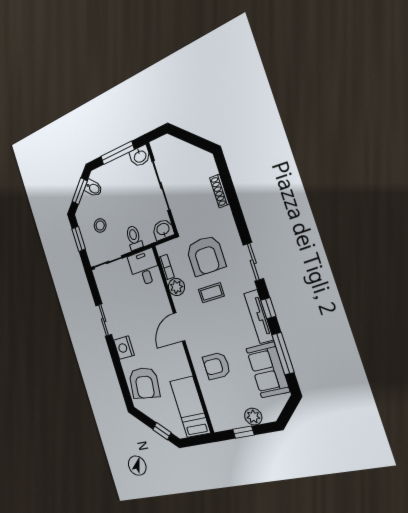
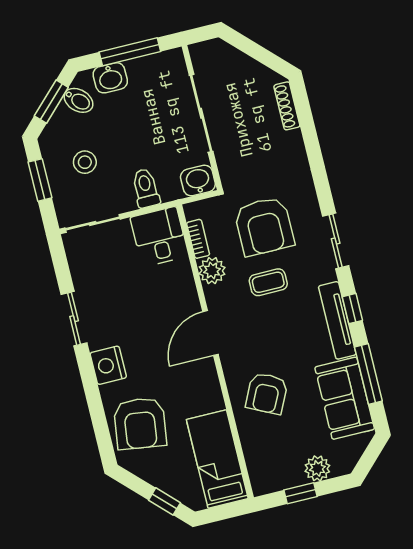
washbasin: (140, 156) -> (110, 78), moved
shoe rack: (219, 191) -> (287, 106), moved
armchair: (217, 366) -> (267, 393), turned -64

